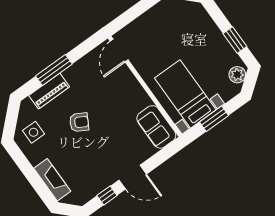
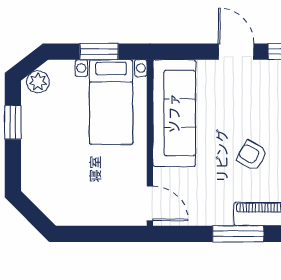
door: (119, 50) -> (150, 203), hinge flipped
sofa: (156, 127) -> (174, 113), width x1.85, depth x1.27

